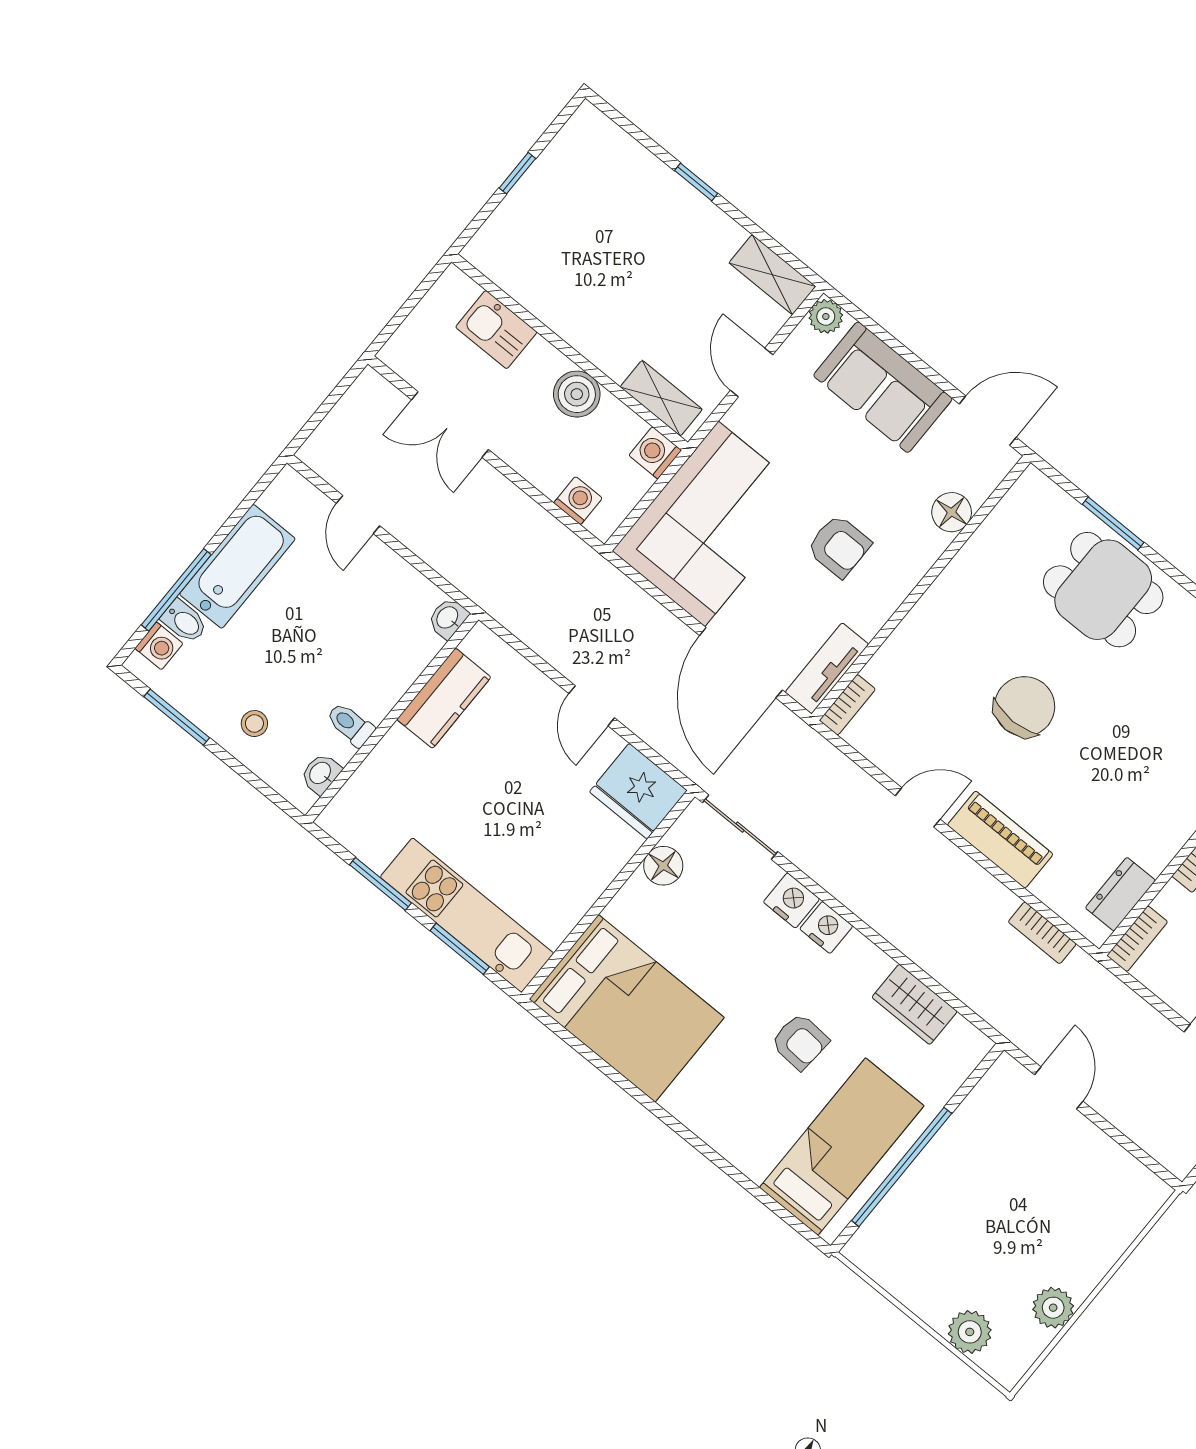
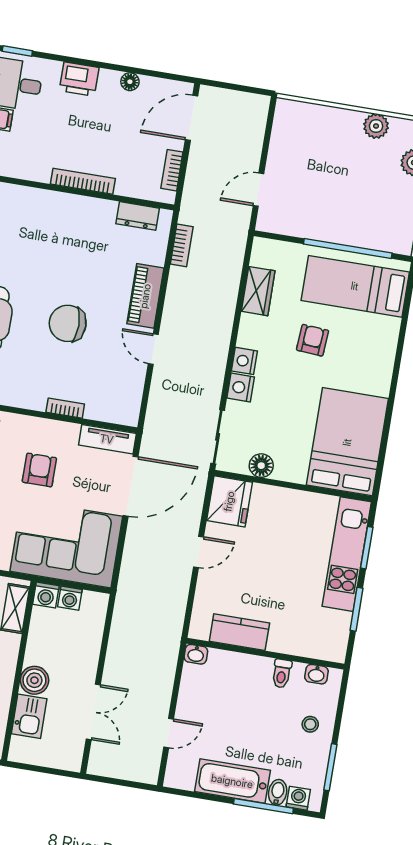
boiler: (577, 394) -> (34, 680), moved
washing machine: (578, 501) -> (70, 598), moved, turned -90
bookcase: (847, 705) -> (65, 408), moved
bookcase: (1137, 939) -> (172, 170), moved, turned -90

